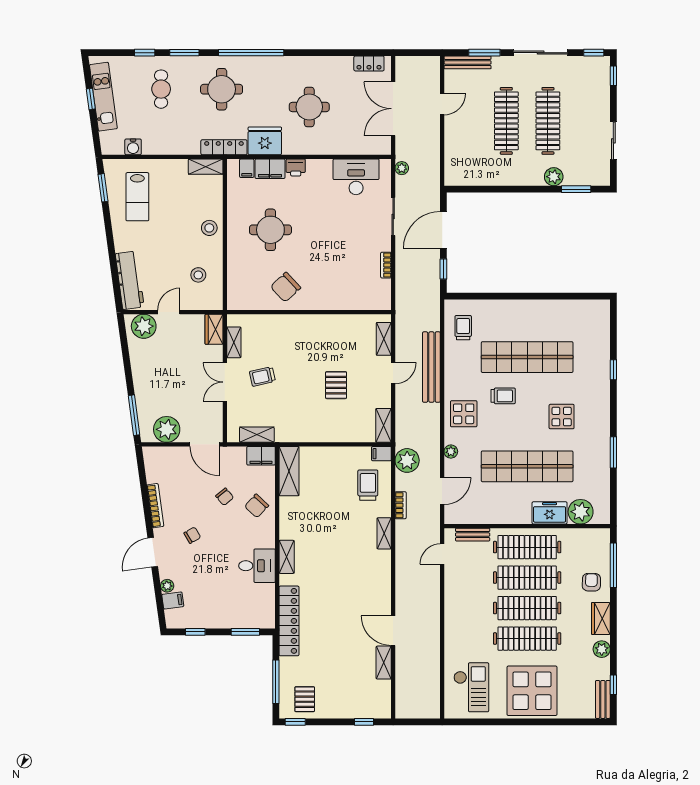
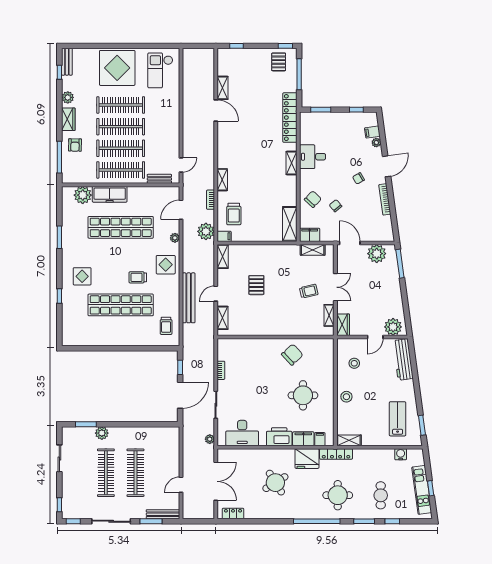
round table: (309, 107) -> (275, 483), turned -32
printer: (296, 167) -> (279, 437), width x1.87, depth x1.48
display table: (562, 417) -> (82, 276), moved
freezer: (550, 513) -> (110, 194), width x1.40

